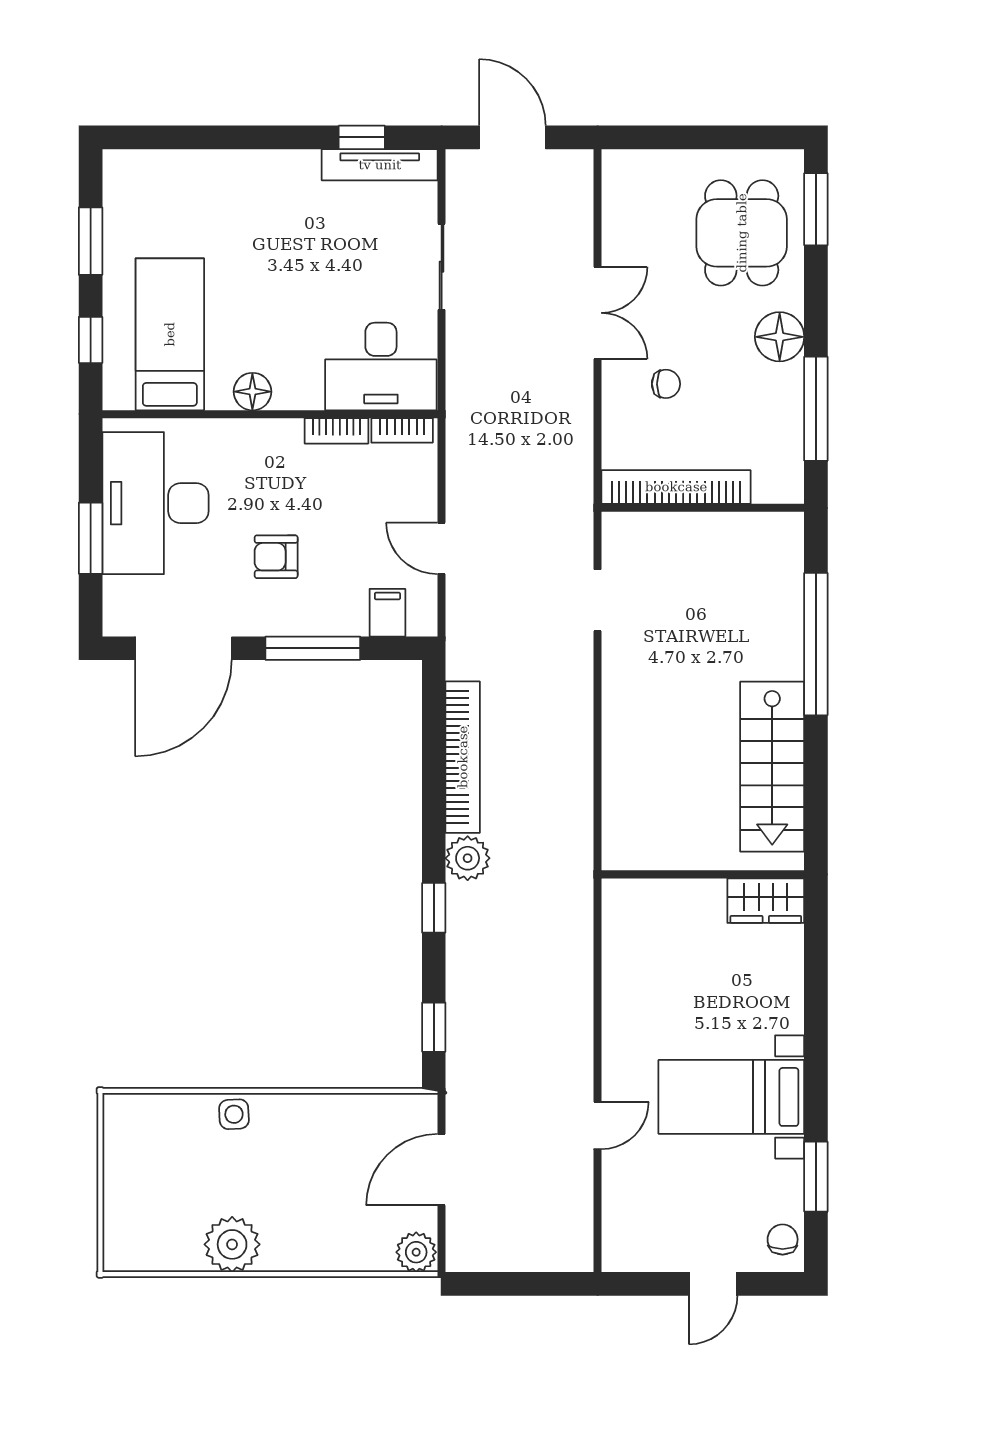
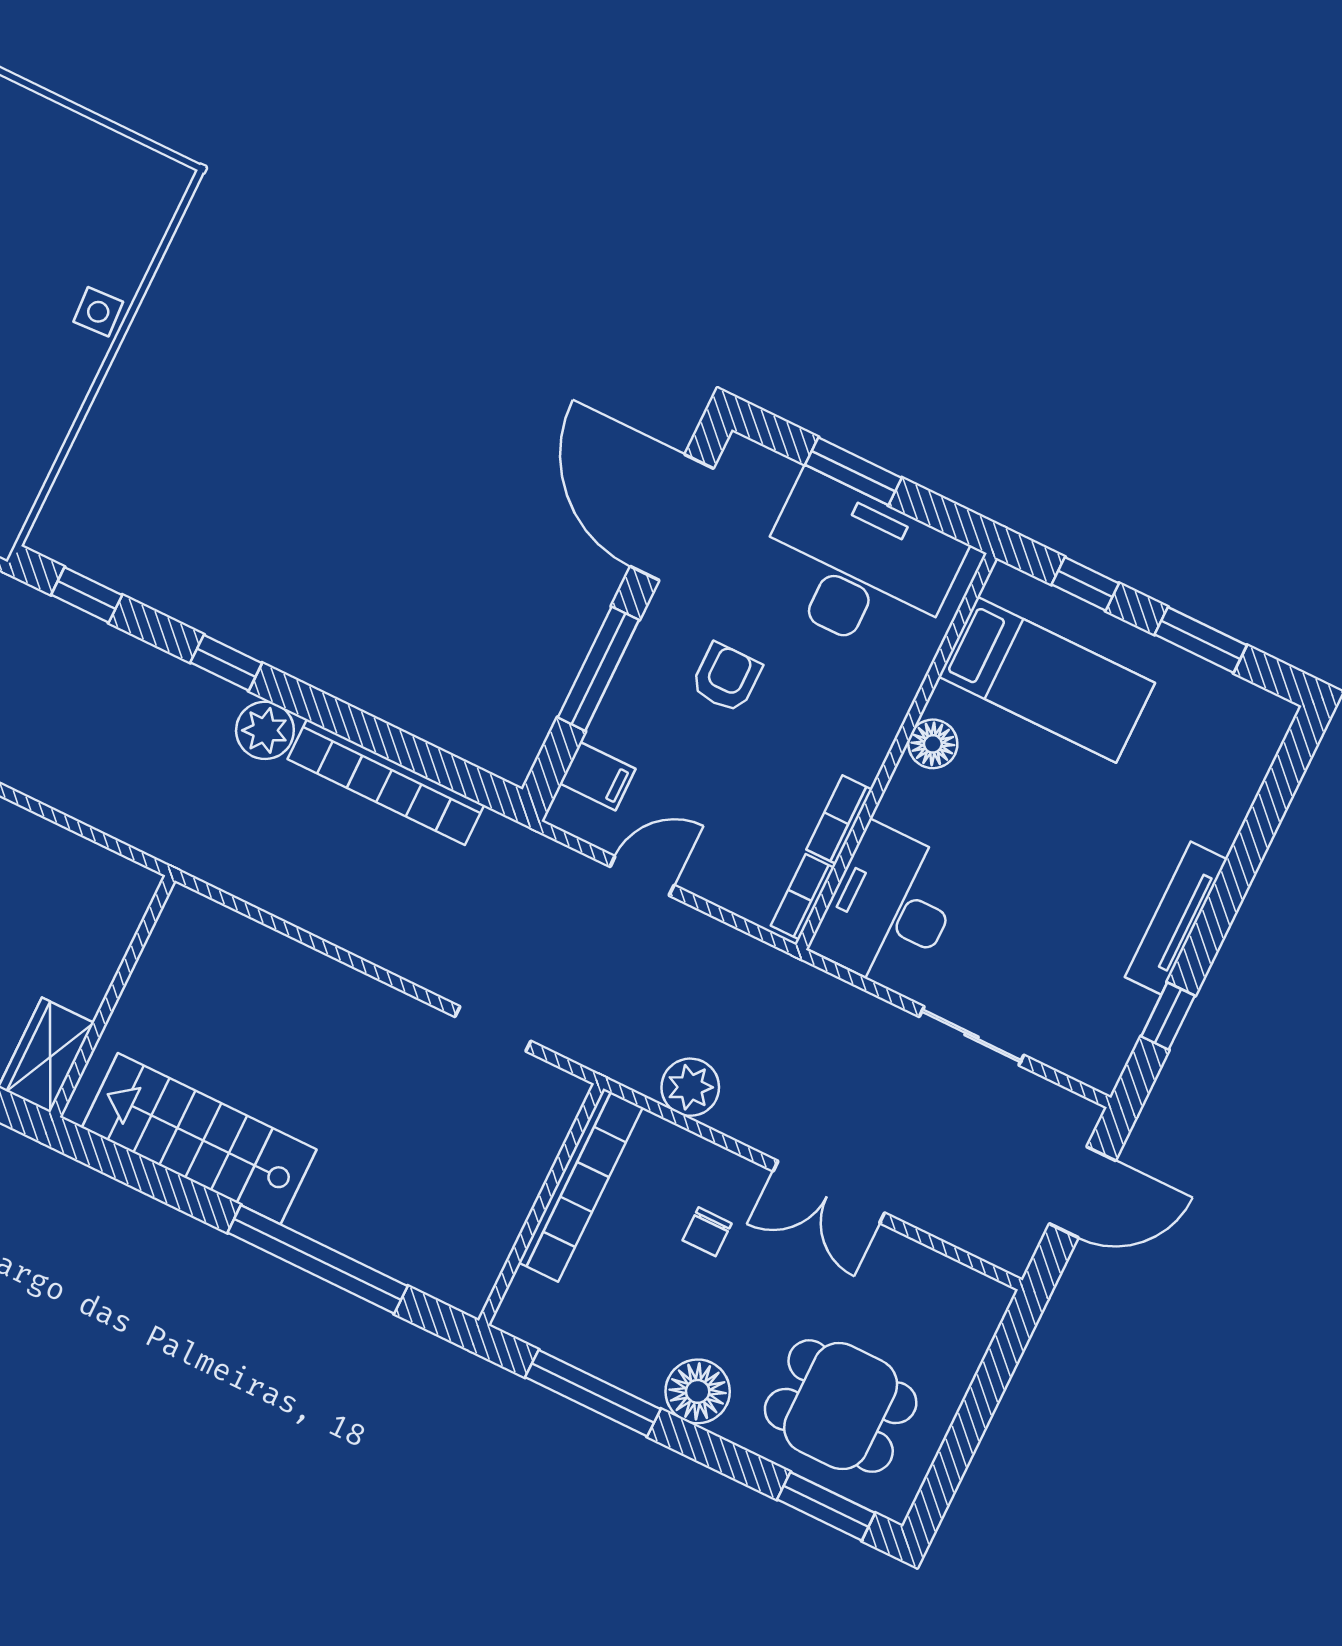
tv unit: (380, 165) -> (1176, 918), moved
plant: (572, 444) -> (690, 1087), added

